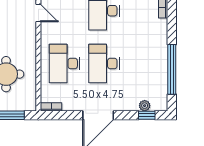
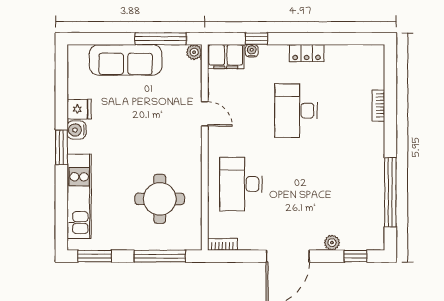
desk: (104, 64) -> (296, 184), removed
plant: (145, 106) -> (332, 243), moved

